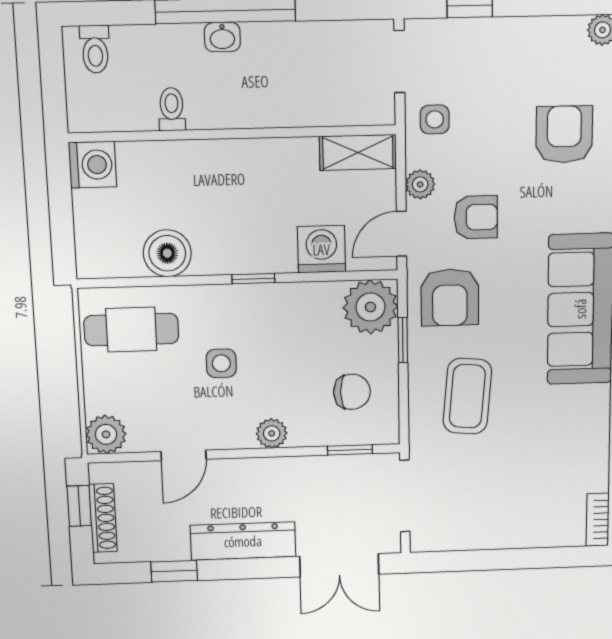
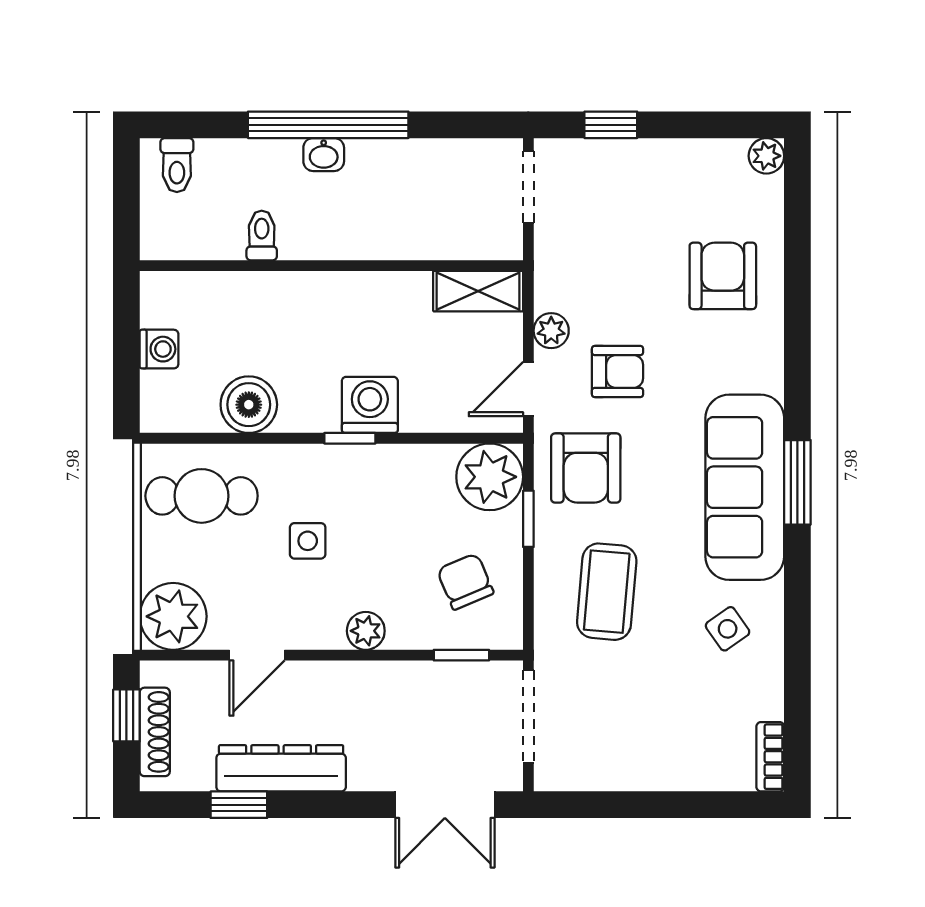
side table: (435, 119) -> (728, 629), moved, turned -35
washing machine: (92, 165) -> (159, 349), moved, width x0.73, depth x0.73
washing machine: (321, 249) -> (370, 405), moved
chair: (352, 392) -> (465, 581), turned -113
plant: (106, 434) -> (173, 616), width x1.36, depth x1.36
dresser: (243, 541) -> (281, 768), moved

